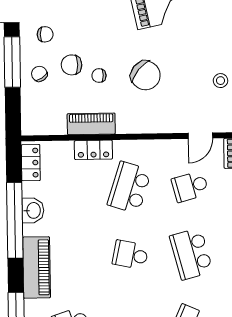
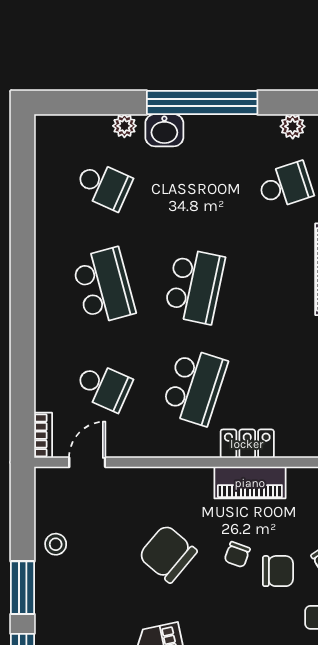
chair: (99, 76) -> (237, 555), turned 110
school desk: (190, 187) -> (104, 387), turned 39
school desk: (130, 255) -> (194, 286), width x1.85

